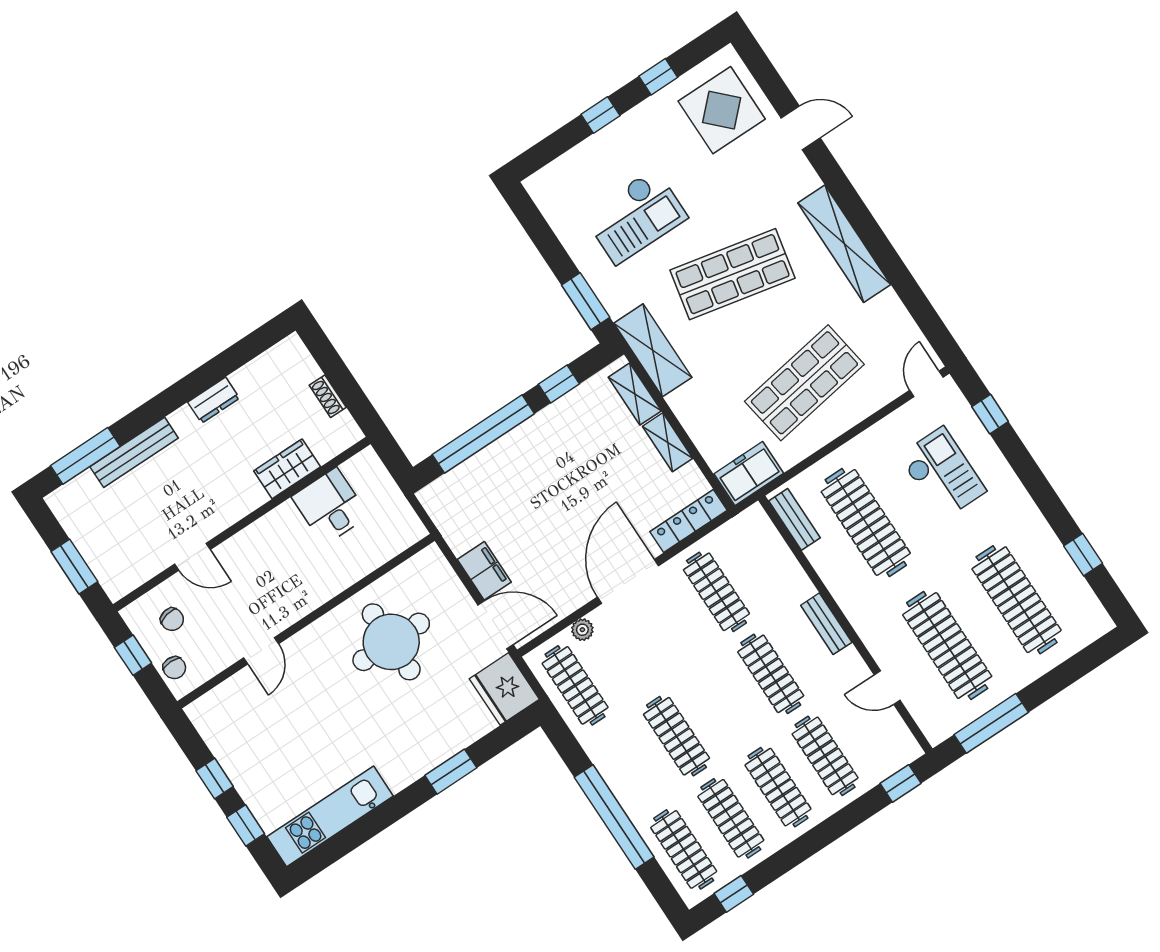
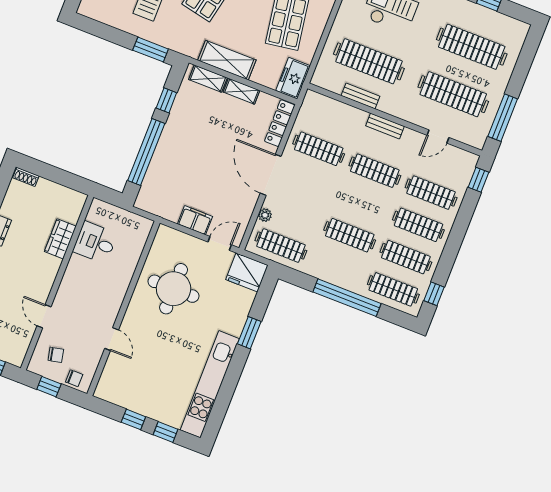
shelving: (653, 350) -> (227, 60), moved
shoe rack: (328, 396) -> (26, 177), moved
bench: (795, 519) -> (360, 96), moved
door: (192, 557) -> (44, 316), swing flipped
door: (495, 625) -> (220, 243), width x0.73
kitchen unit: (330, 816) -> (210, 384), width x1.36

